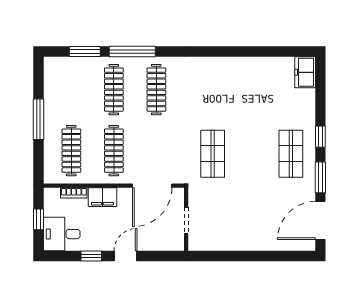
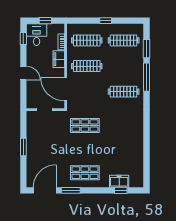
freezer: (305, 72) -> (119, 181), moved
clothes rail: (114, 90) -> (124, 40), moved
window: (39, 119) -> (106, 21), width x0.46
window: (320, 137) -> (121, 190), moved
door: (320, 220) -> (45, 190), hinge flipped
window: (91, 256) -> (23, 39), moved
window: (248, 256) -> (23, 147), added

